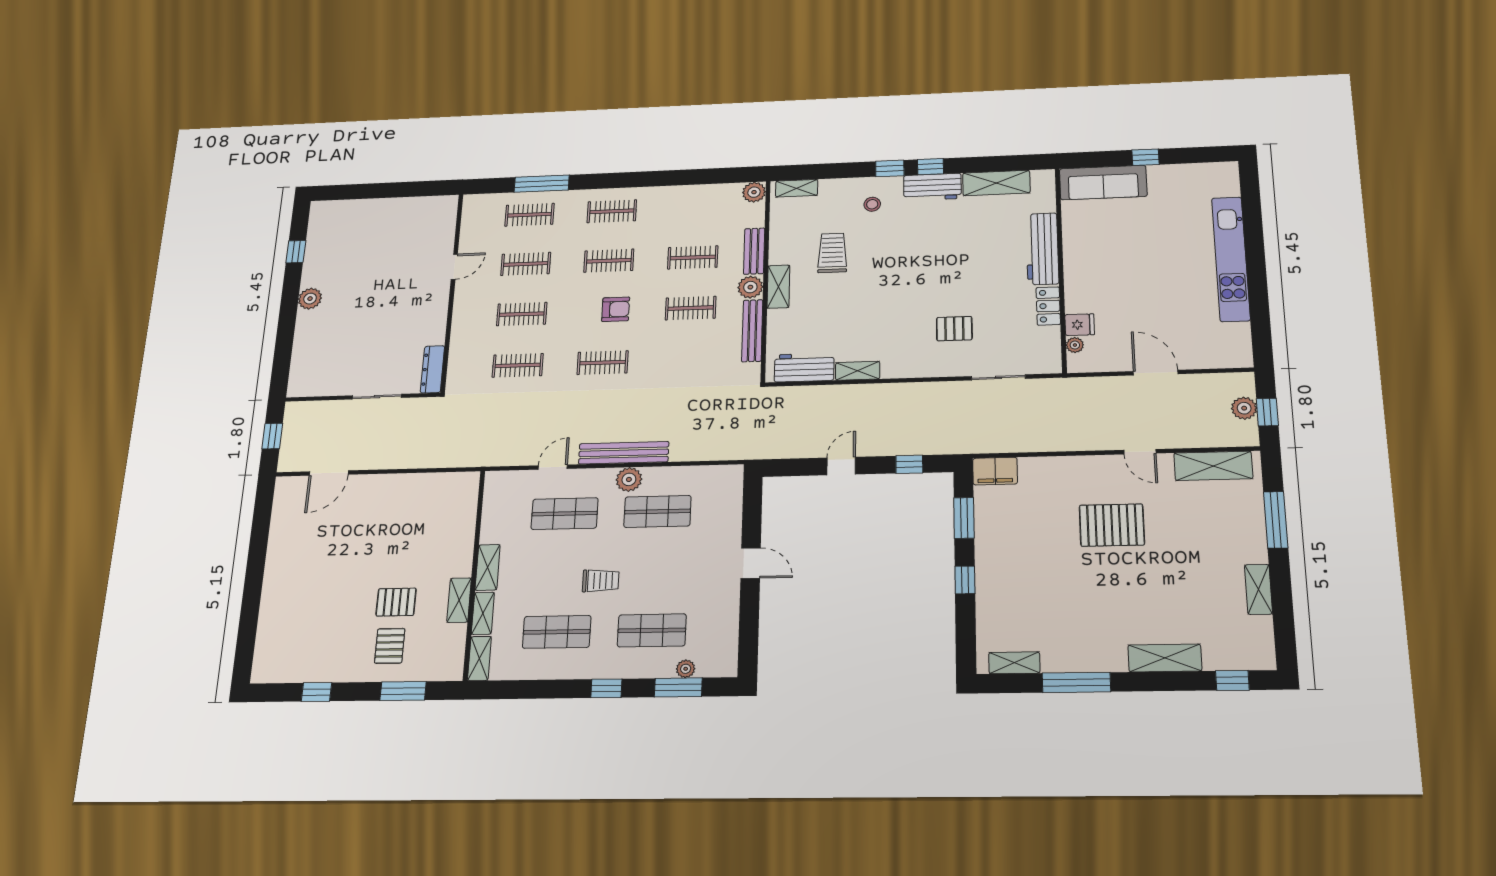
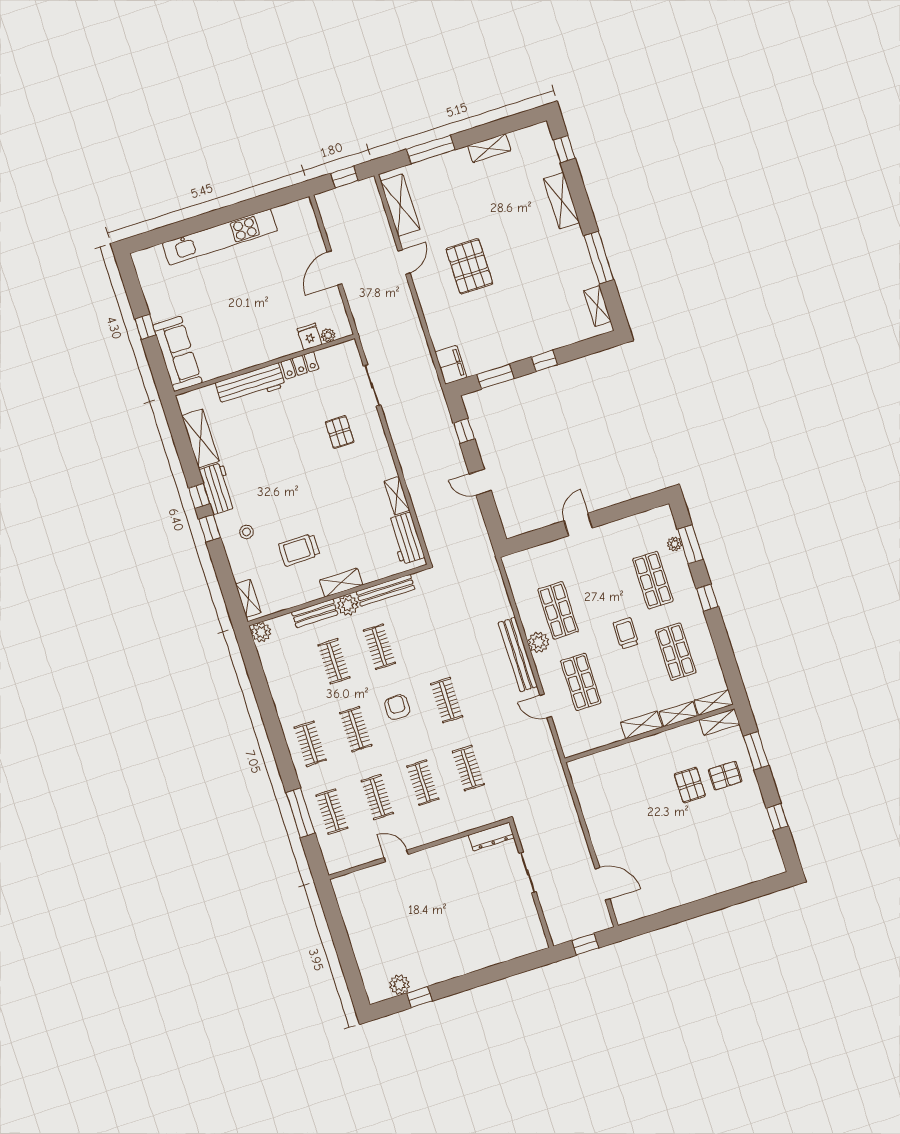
plant: (310, 299) -> (400, 985), moved
plant: (1244, 408) -> (346, 195), removed
shelving: (459, 600) -> (719, 722), moved

